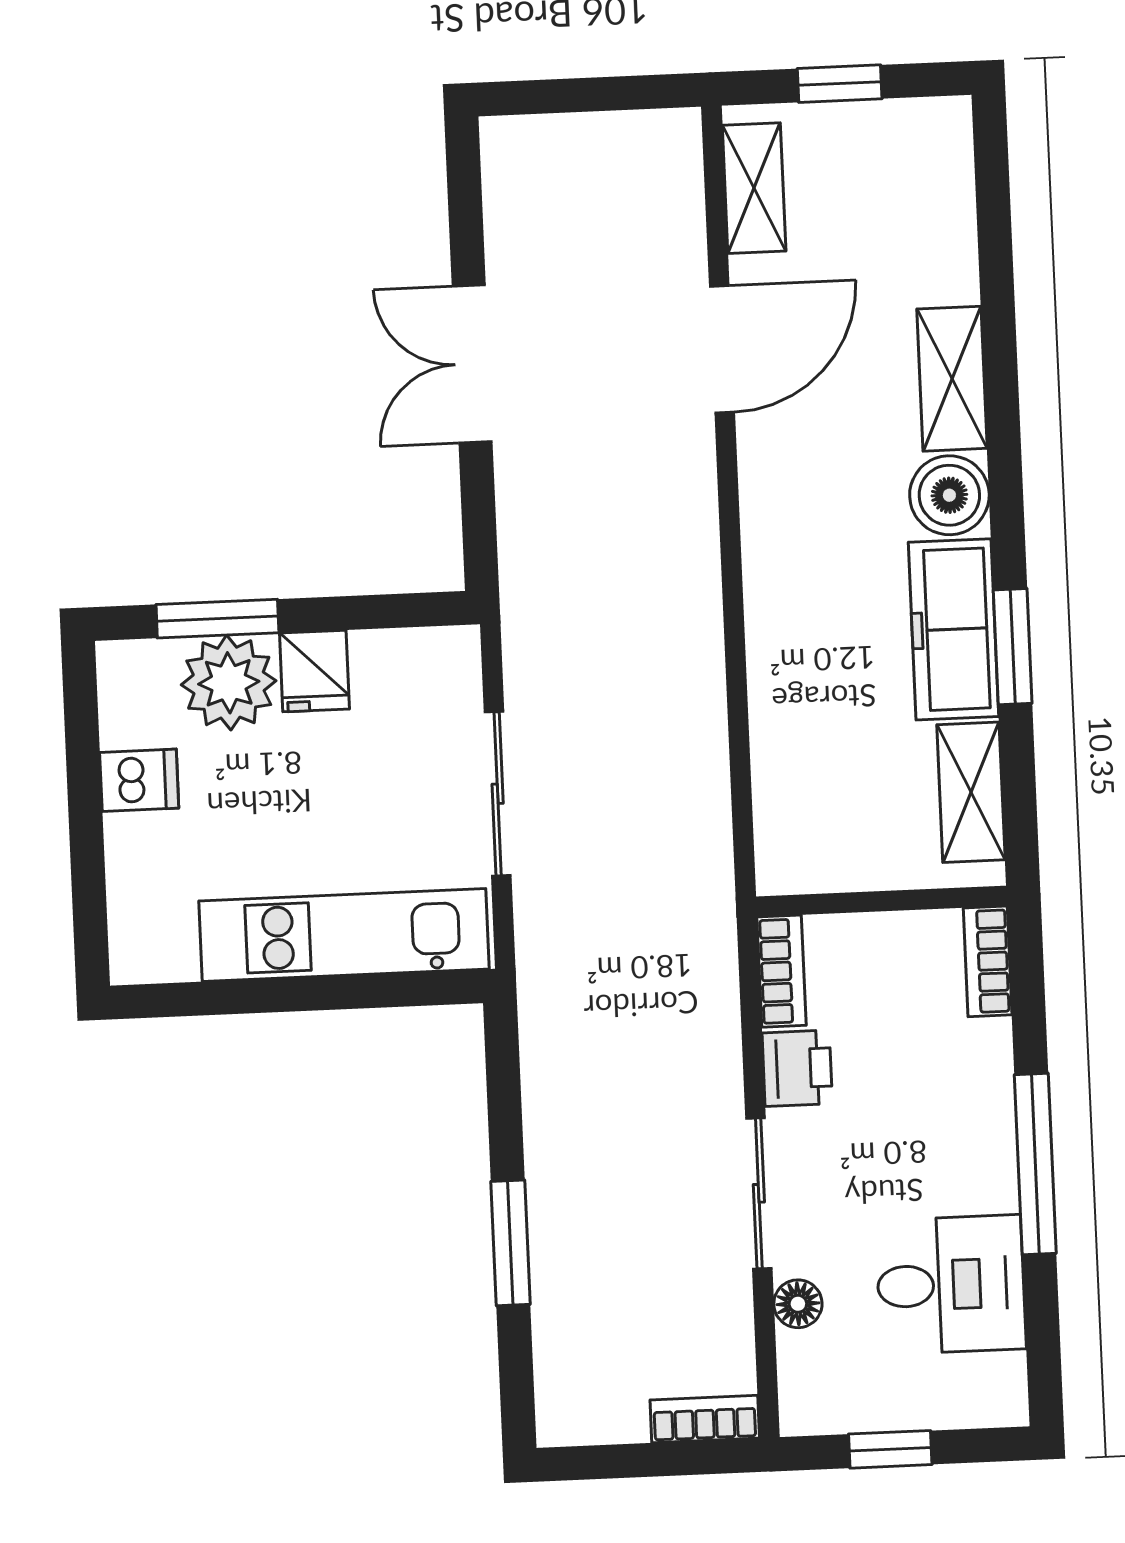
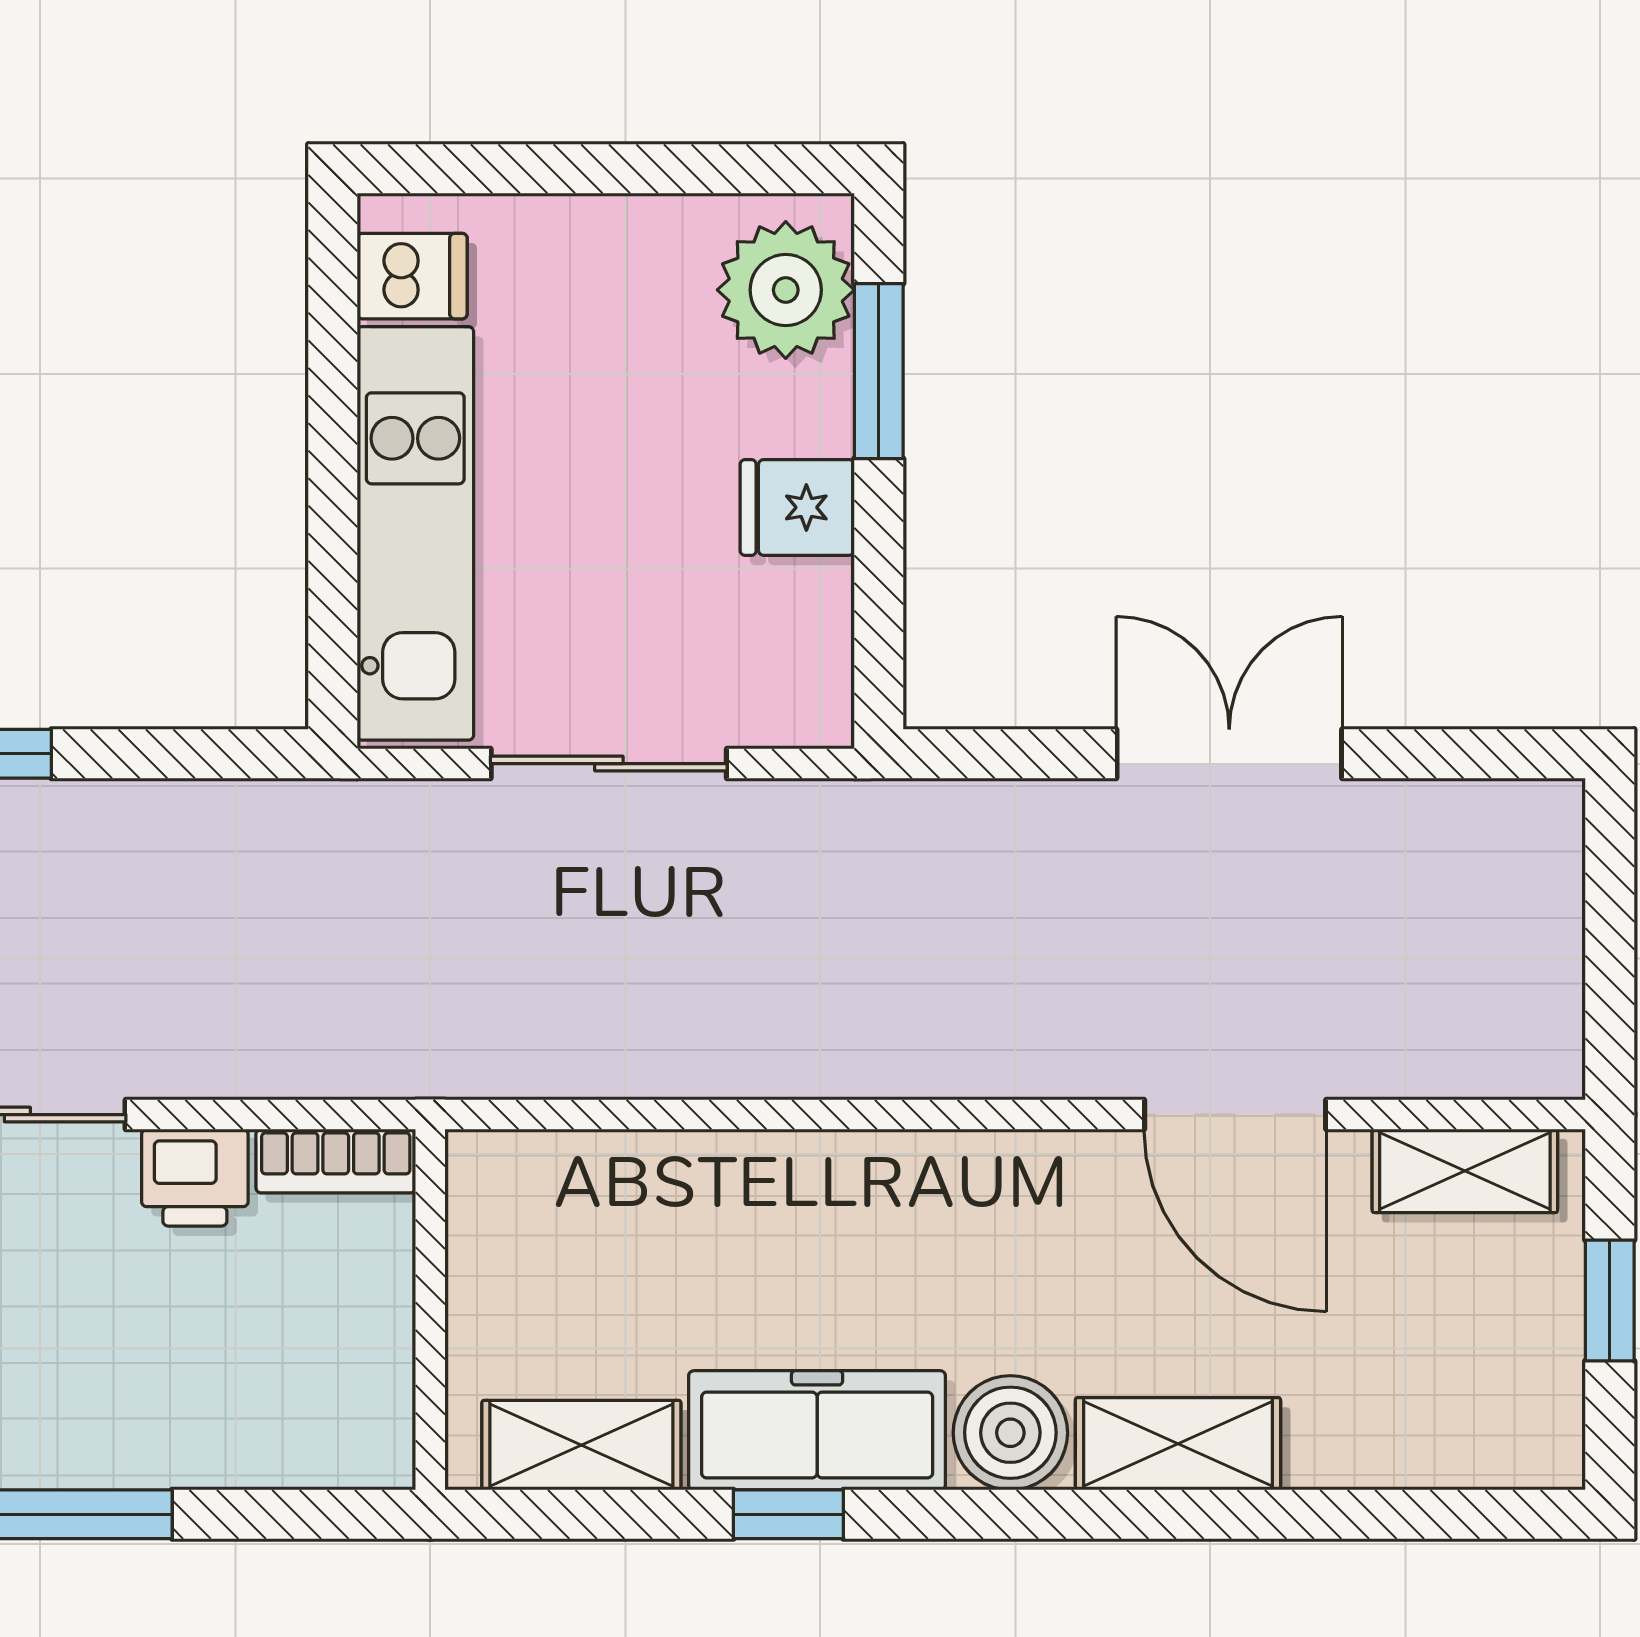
window: (1013, 647) -> (788, 1514), width x0.67
plant: (229, 683) -> (786, 290), moved
dishwasher: (139, 780) -> (412, 276), moved, turned -90
bookcase: (988, 961) -> (337, 1458), removed

